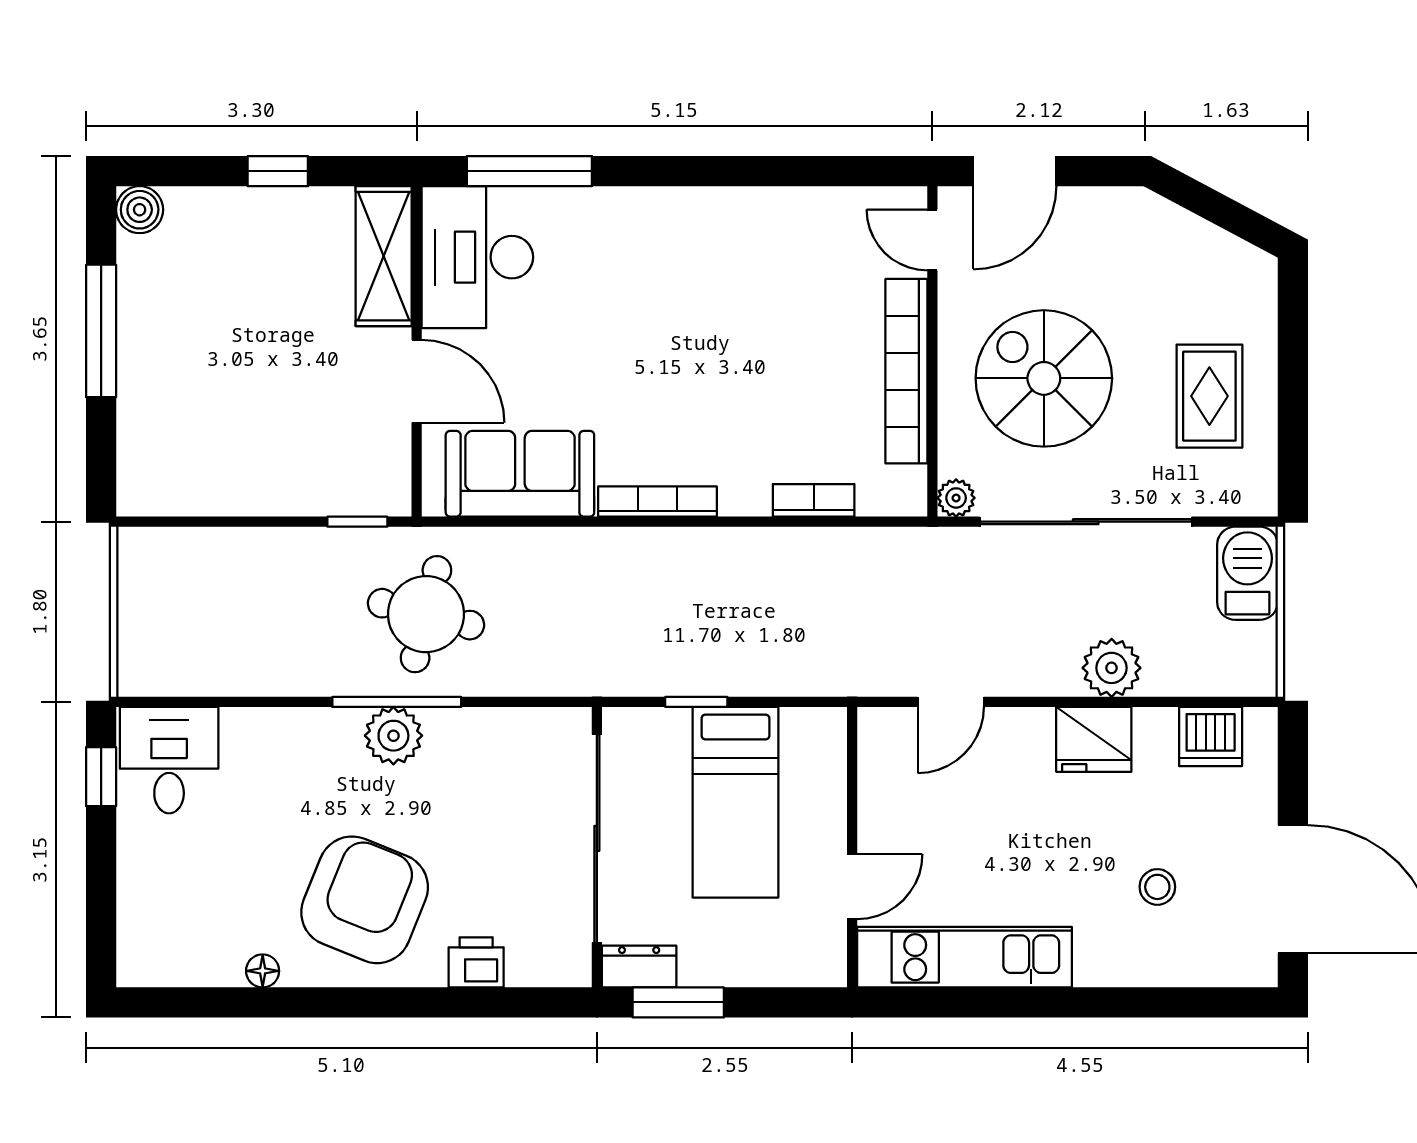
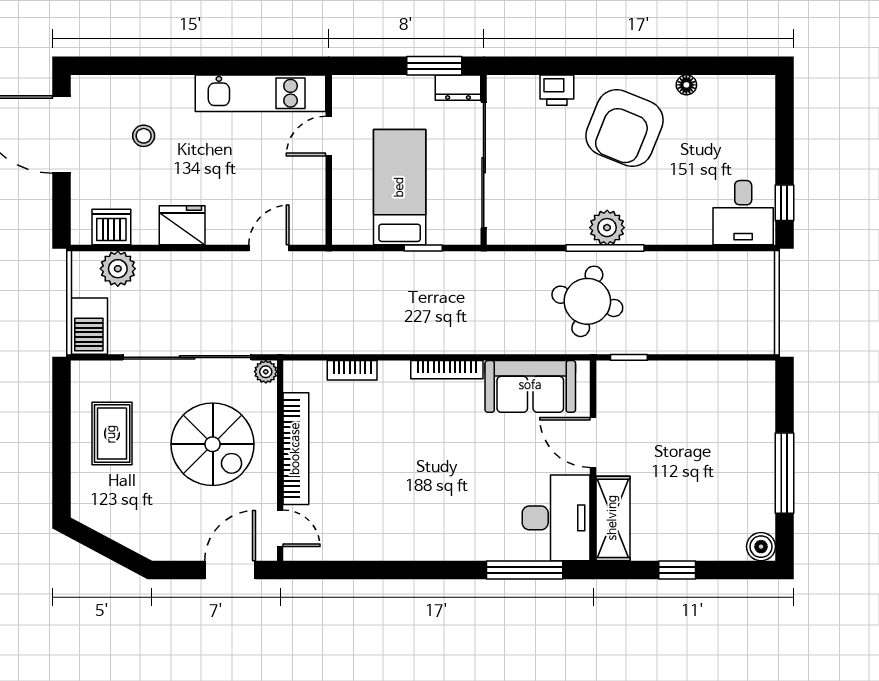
plant: (1112, 668) -> (118, 269), moved

